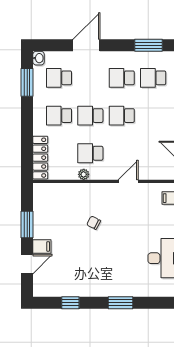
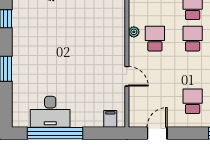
school desk: (122, 116) -> (193, 101), moved
chair: (94, 223) -> (86, 42), removed

